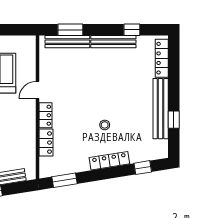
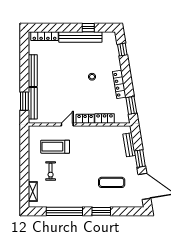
window: (132, 30) -> (24, 57), removed
door: (38, 90) -> (67, 124), swing flipped
locker: (109, 161) -> (119, 84), moved

